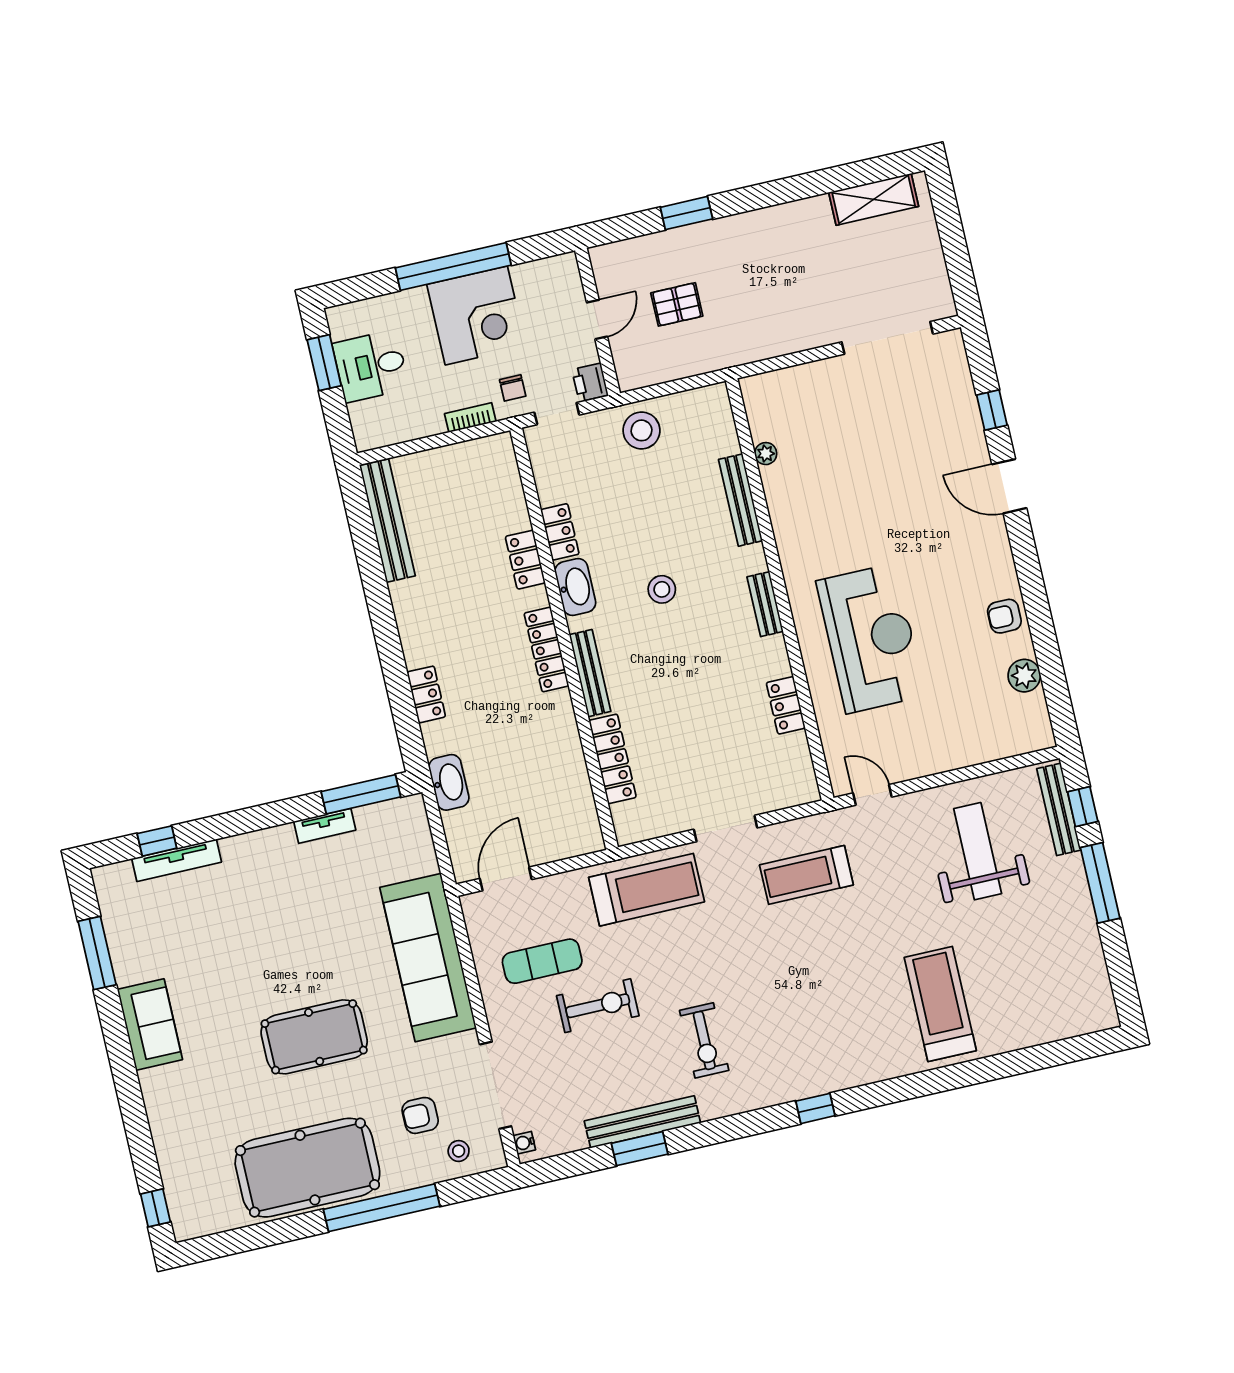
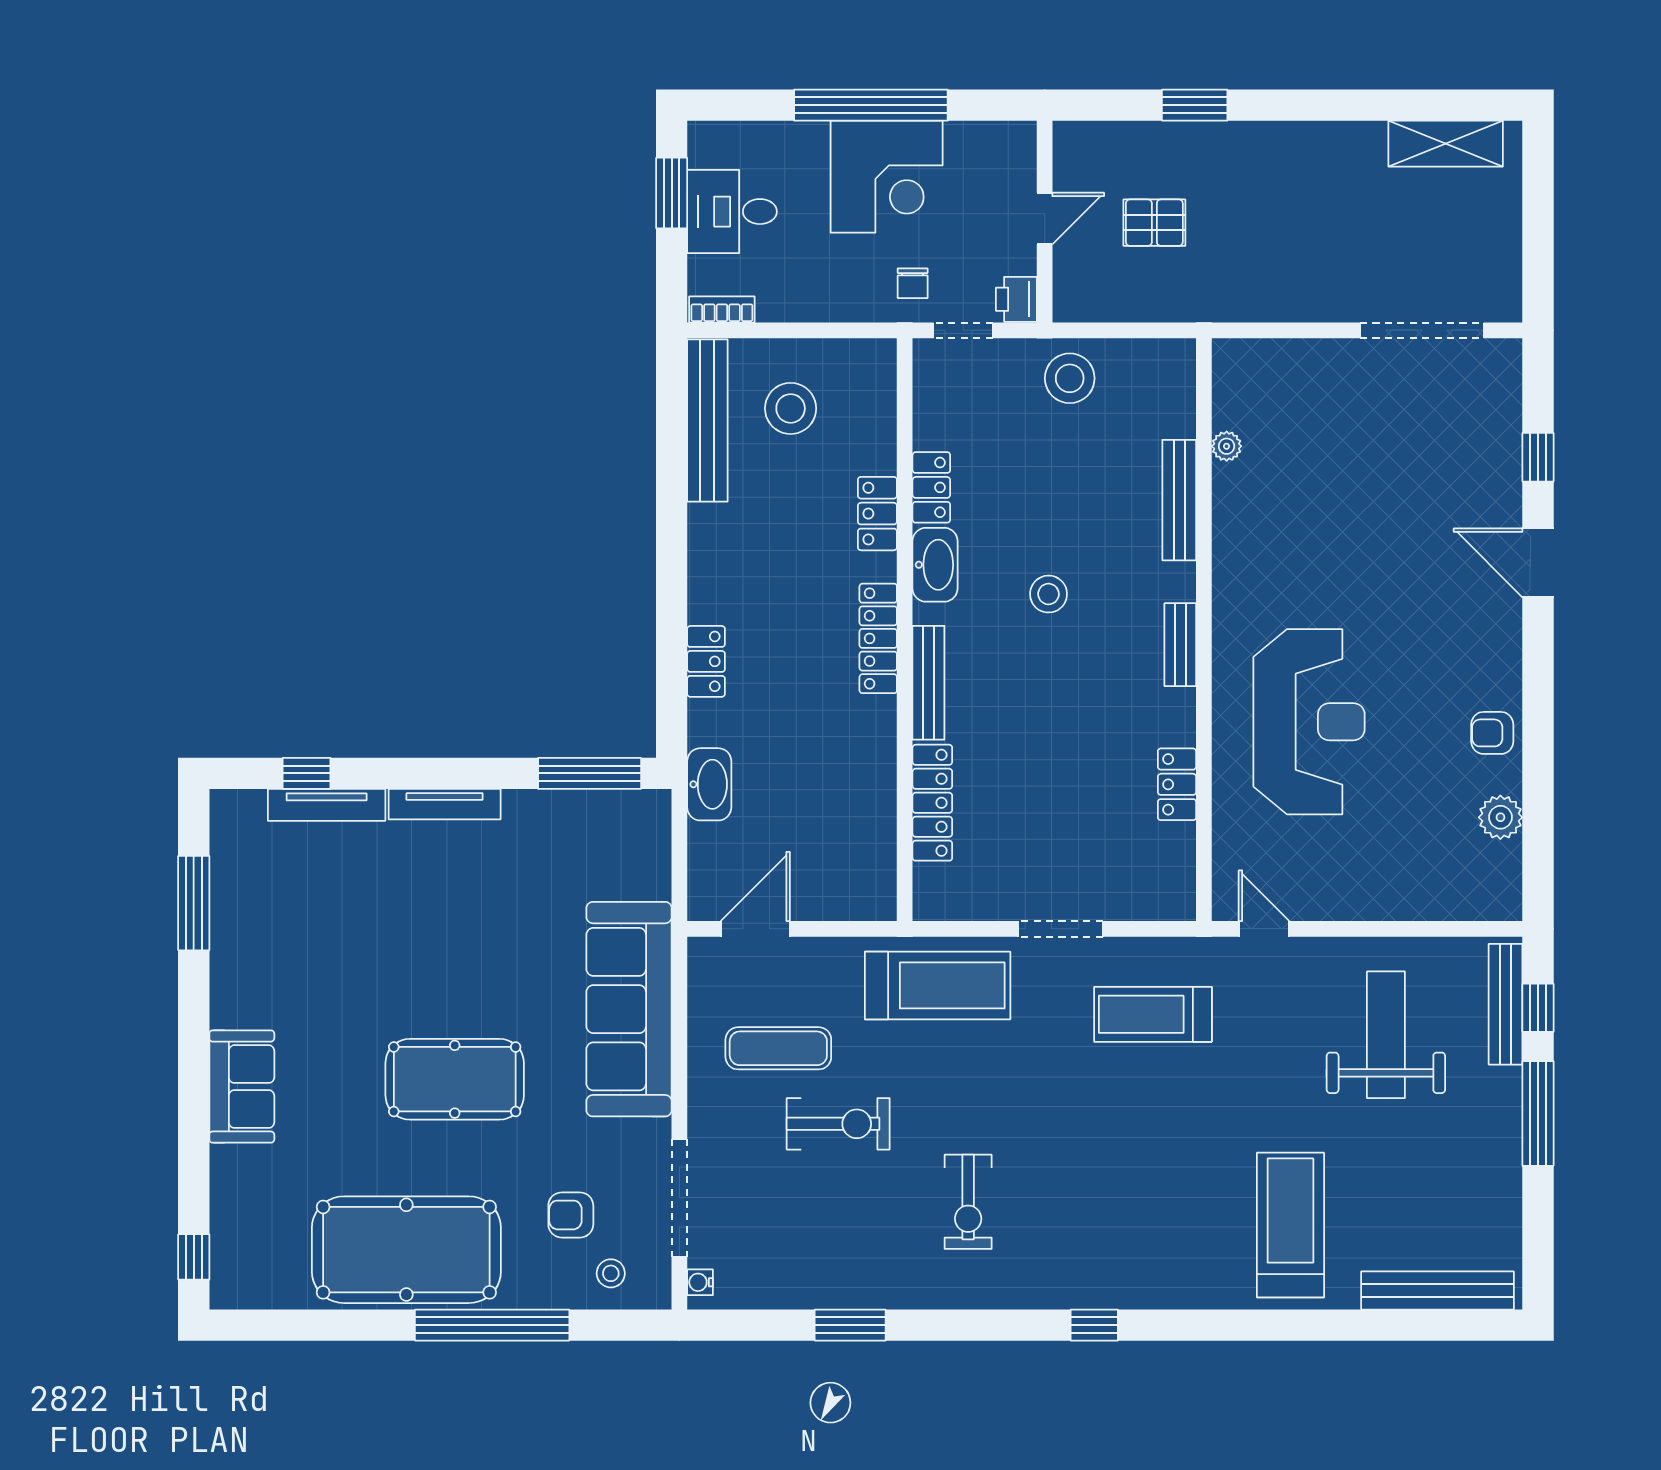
bookcase: (470, 418) -> (722, 310), moved
stool: (445, 498) -> (791, 408), added
tv unit: (325, 826) -> (445, 804), moved, width x1.41
sofa: (150, 1025) -> (242, 1087), moved
bench: (642, 1122) -> (1437, 1291), moved

